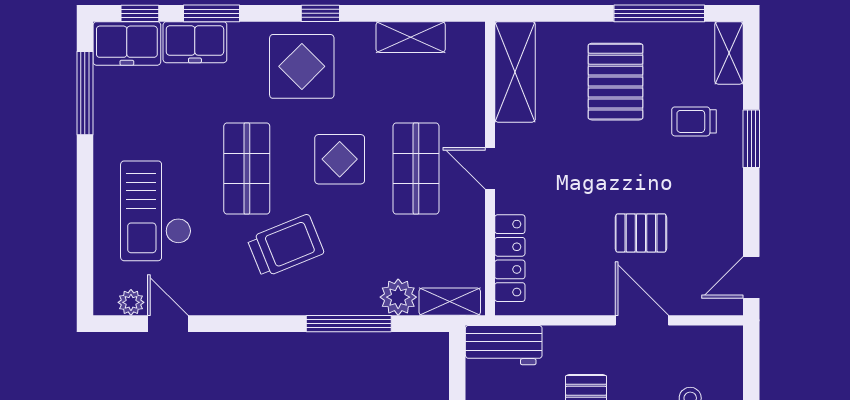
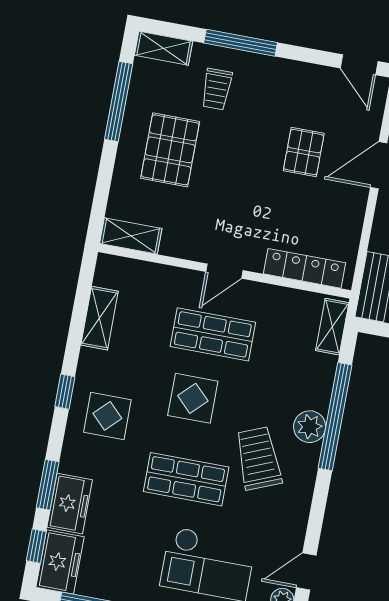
display table: (302, 66) -> (107, 416), width x0.73, depth x0.73
shelving: (515, 72) -> (131, 236), width x0.67, depth x0.75
pallet: (616, 82) -> (170, 150), turned 90
window: (751, 139) -> (241, 43), width x1.44
plant: (398, 297) -> (310, 427), moved
window: (349, 324) -> (335, 417), width x1.46

